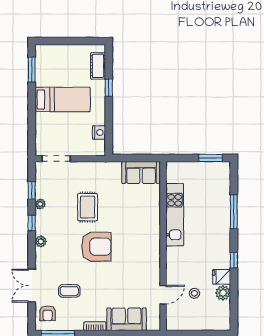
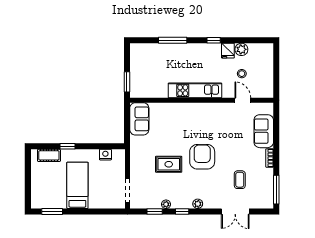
window: (210, 158) -> (127, 82), moved
kitchen unit: (175, 215) -> (195, 90), moved
armchair: (48, 313) -> (259, 198), removed

